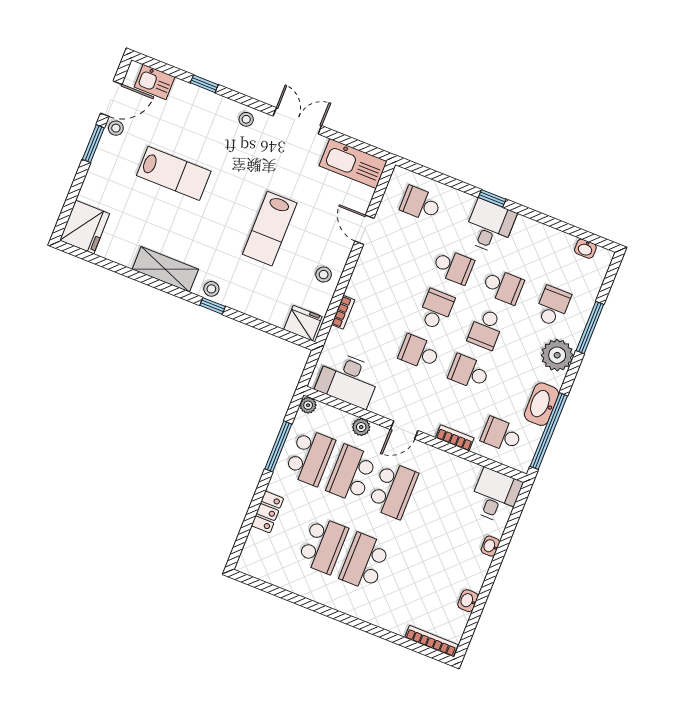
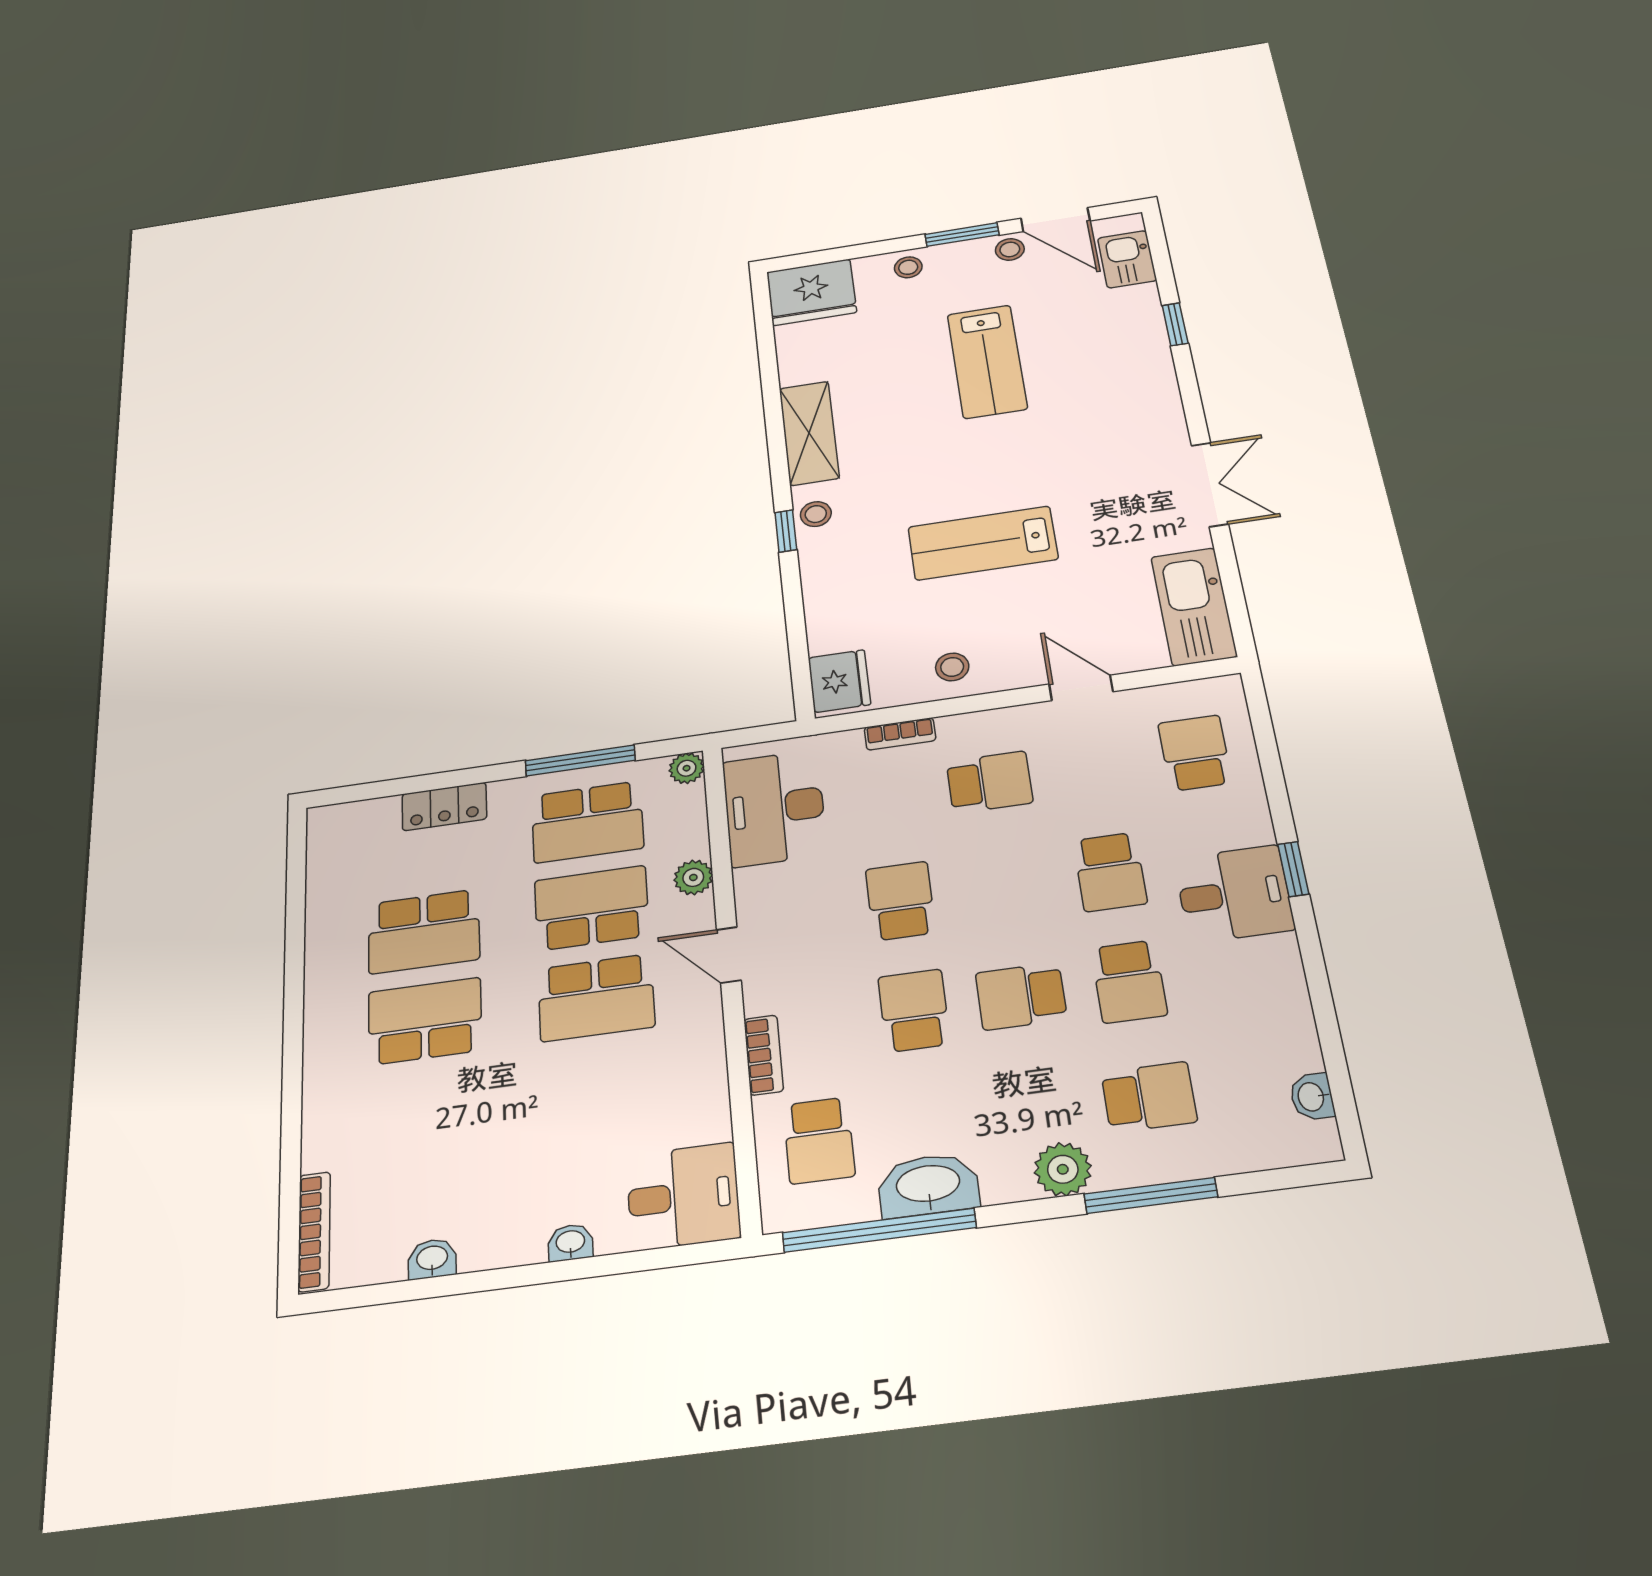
stool: (246, 119) -> (908, 267), moved
door: (364, 230) -> (1081, 688), hinge flipped
school desk: (436, 309) -> (989, 782), moved
plant: (557, 355) -> (1063, 1169), width x0.73, depth x0.73
school desk: (501, 435) -> (819, 1140), turned 180

